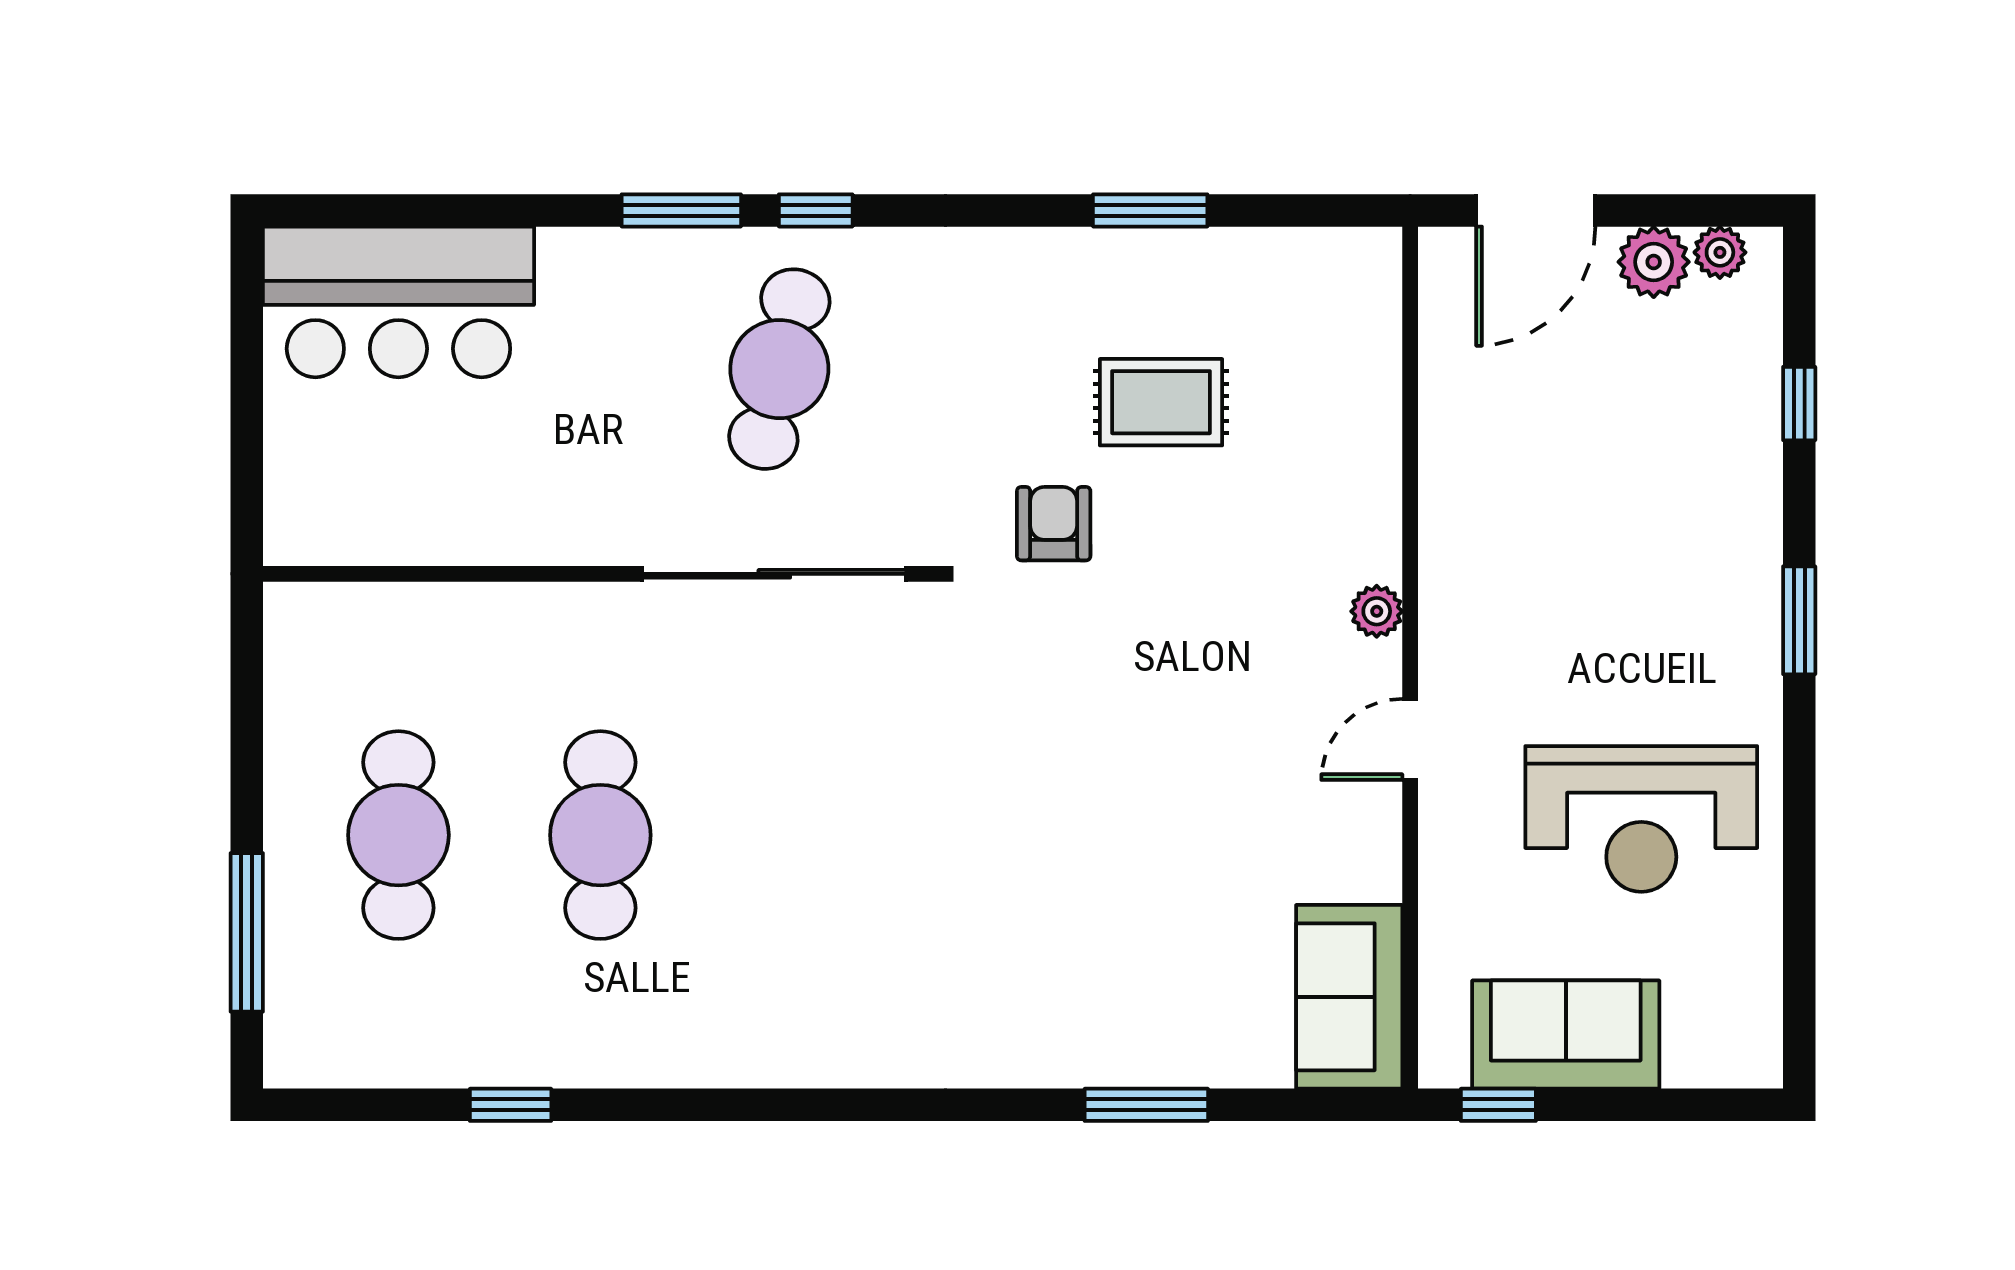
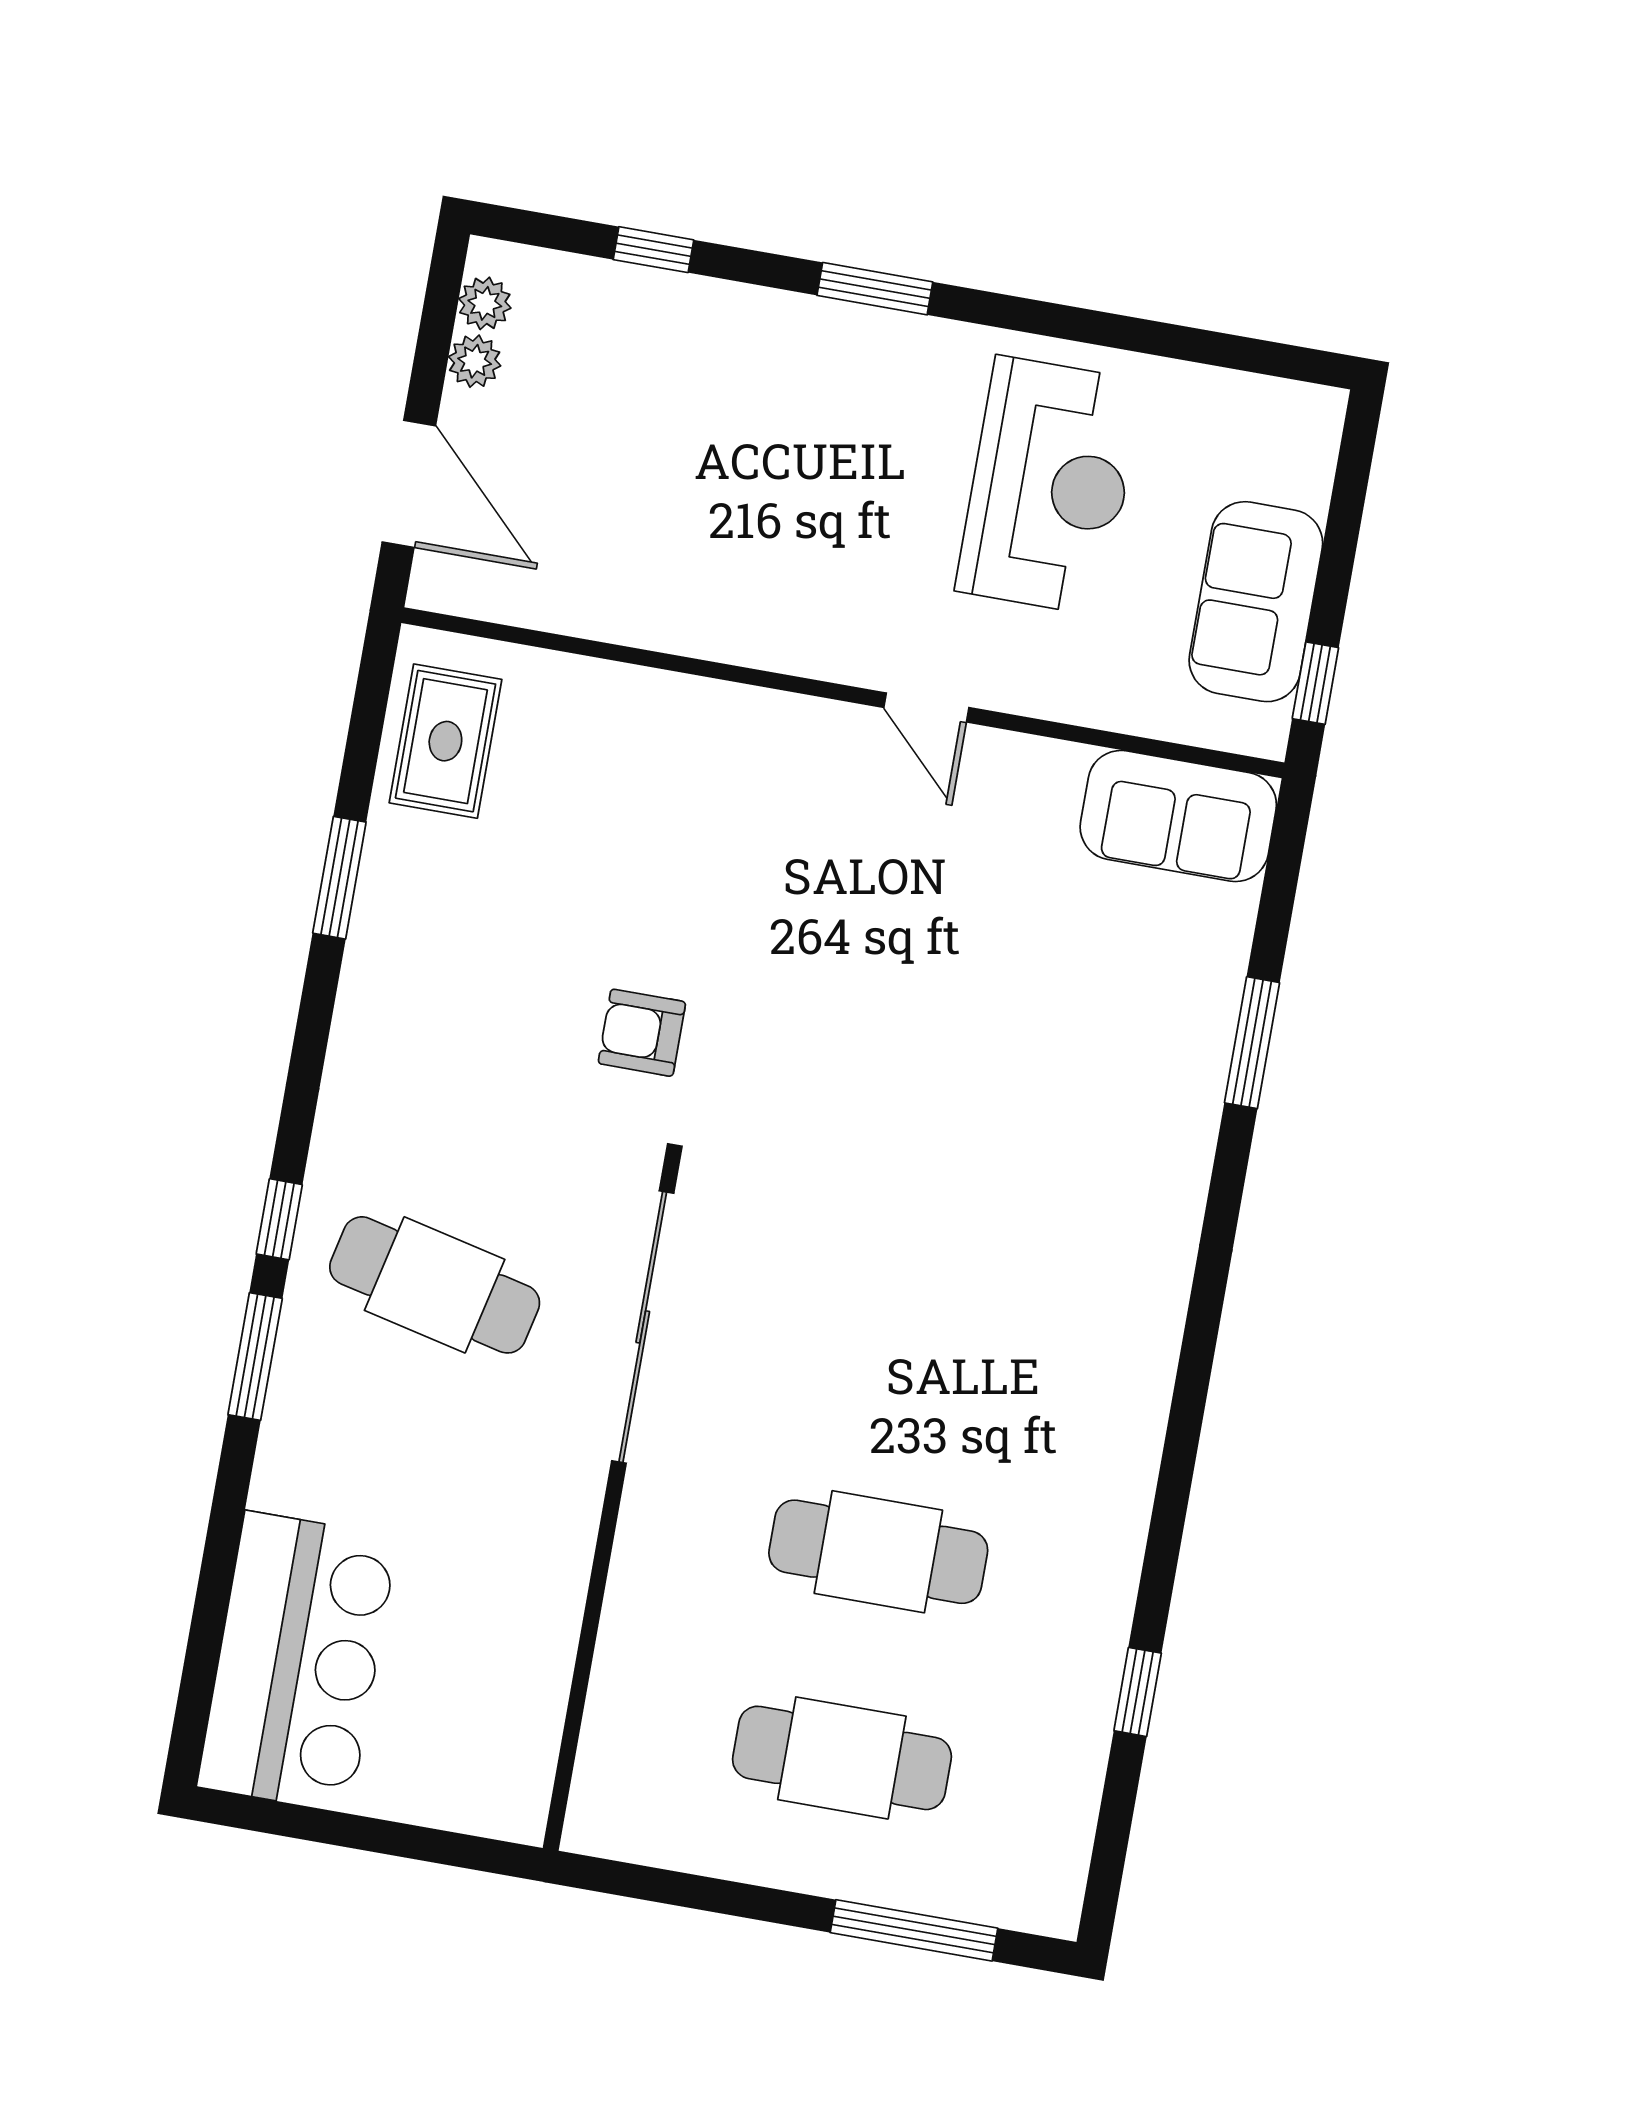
plant: (1654, 262) -> (475, 361), width x0.73, depth x0.73
rug: (1161, 402) -> (445, 741), moved
plant: (1377, 611) -> (790, 719), removed

